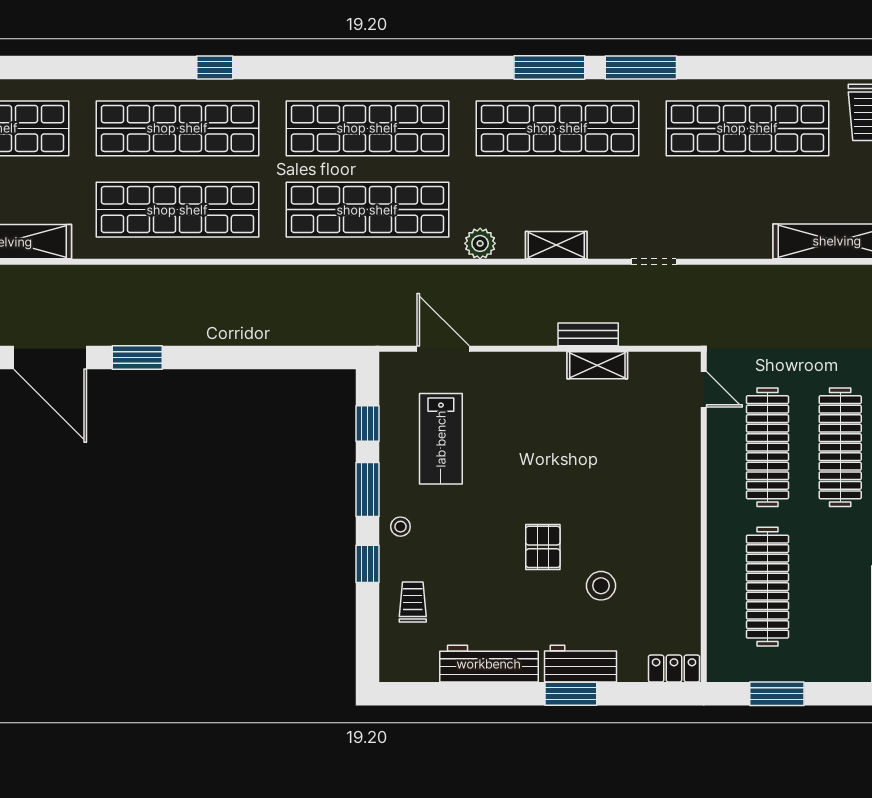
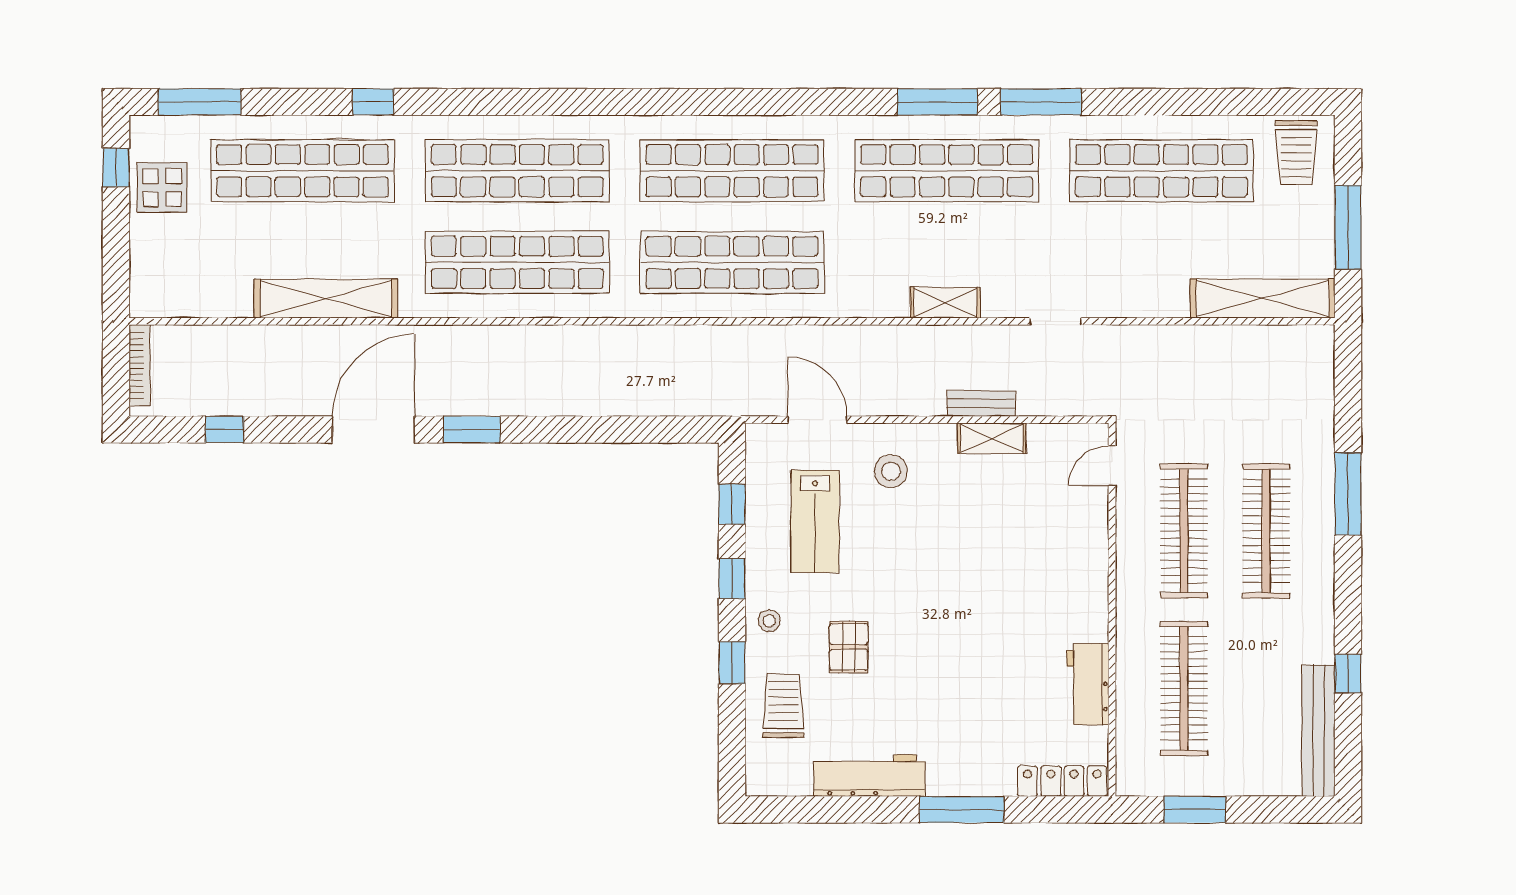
window: (215, 68) -> (373, 102), moved
plant: (480, 243) -> (859, 301), removed
door: (50, 357) -> (373, 430), swing flipped
door: (704, 389) -> (1112, 466), swing flipped
window: (367, 489) -> (732, 579), width x0.67
pallet: (543, 547) -> (849, 647), moved
stool: (601, 586) -> (891, 471), moved
trolley: (413, 602) -> (783, 706), width x1.36, depth x1.39
workbench: (581, 664) -> (1088, 684), moved, turned -90
locker: (674, 669) -> (1062, 781), width x1.53
window: (571, 694) -> (962, 810), width x1.44

